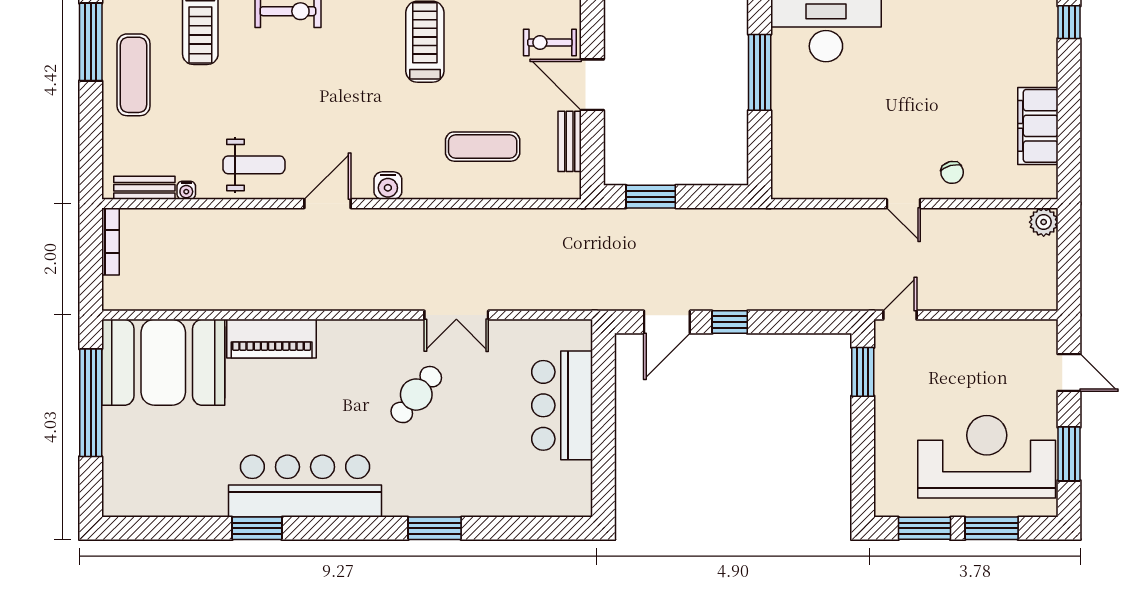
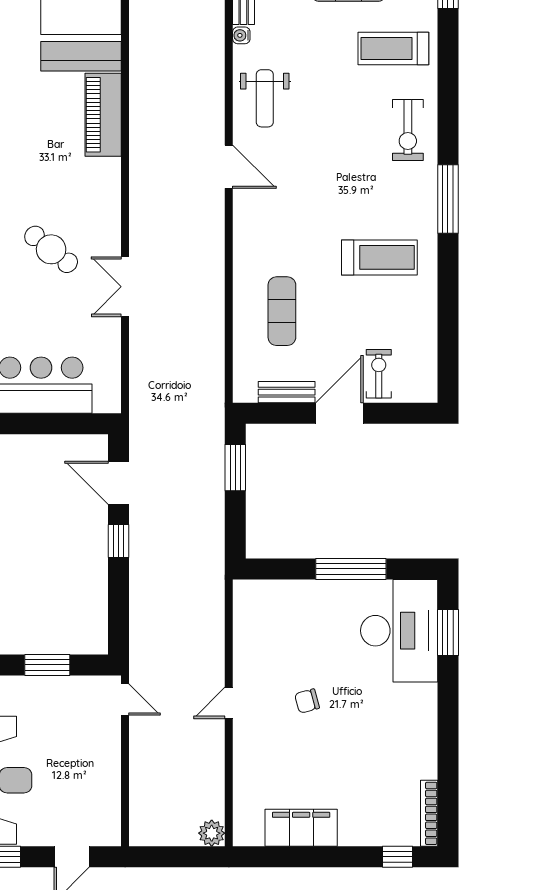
chair: (952, 172) -> (307, 701), moved
water cooler: (388, 186) -> (246, 223), removed
window: (863, 372) -> (47, 665), moved

